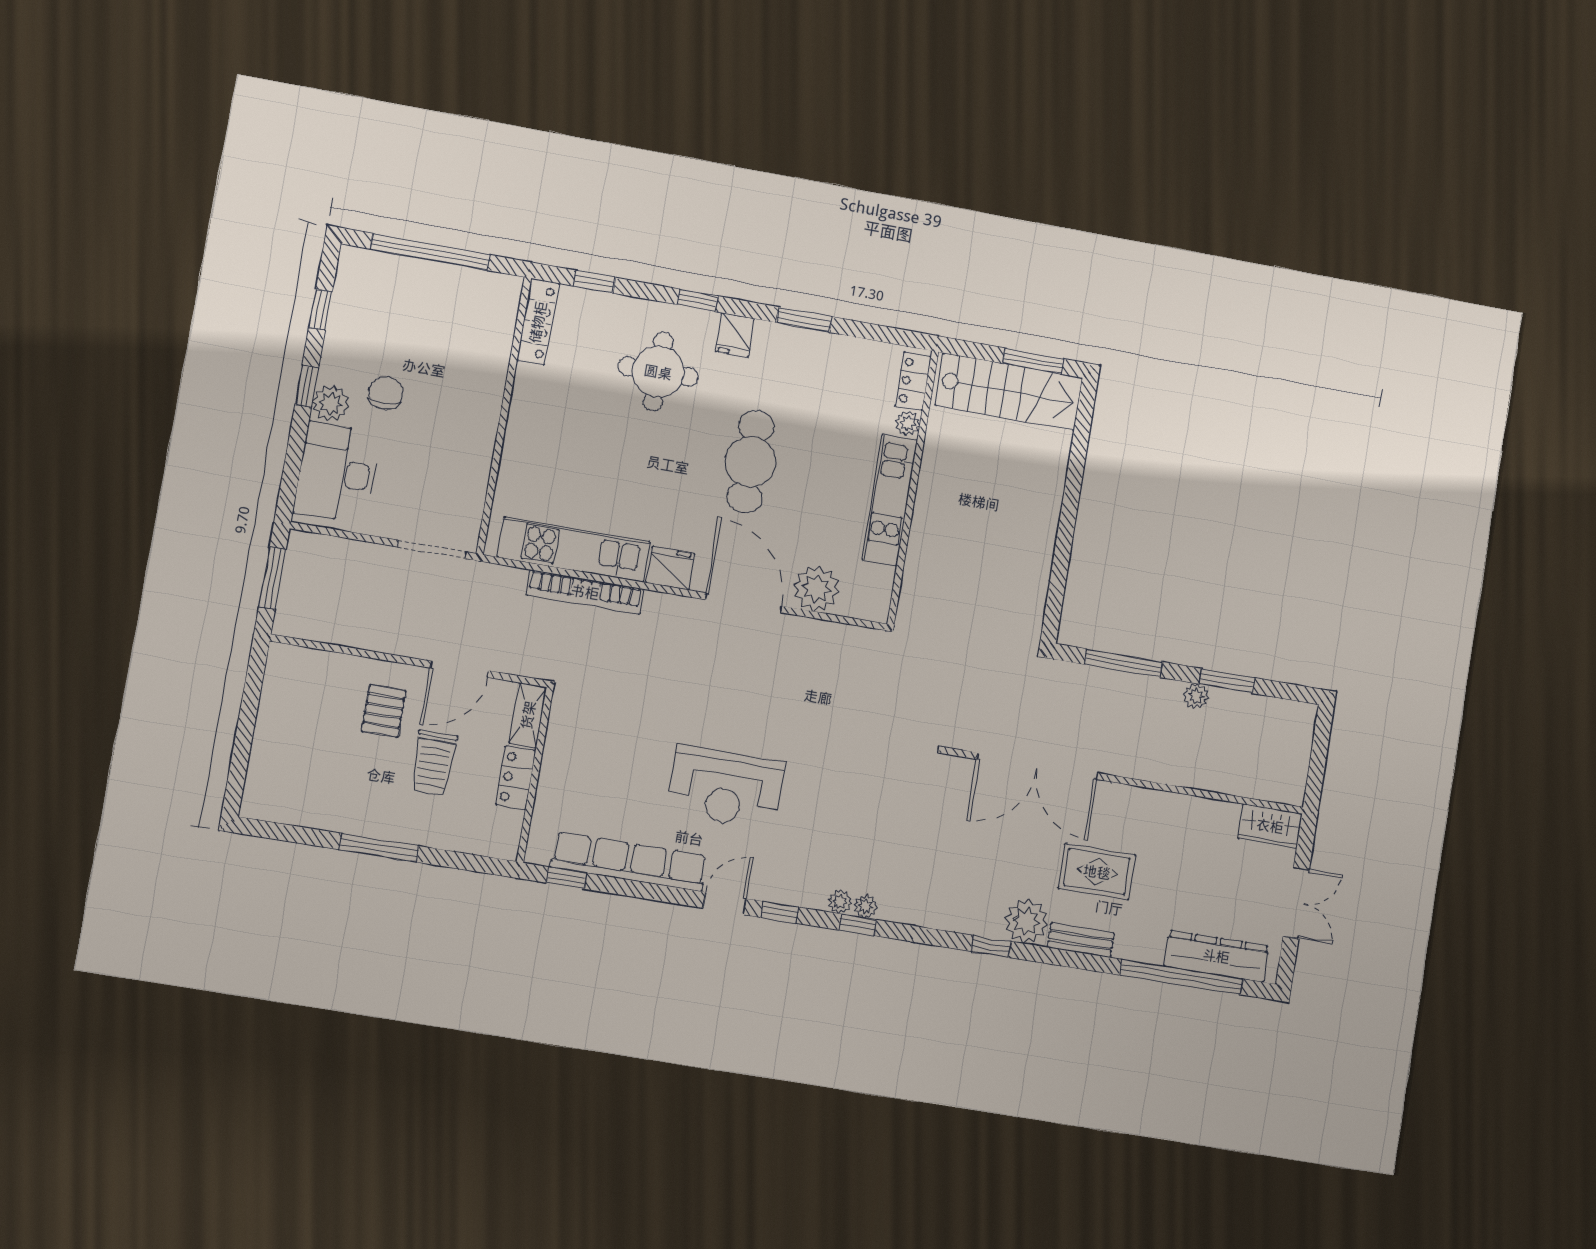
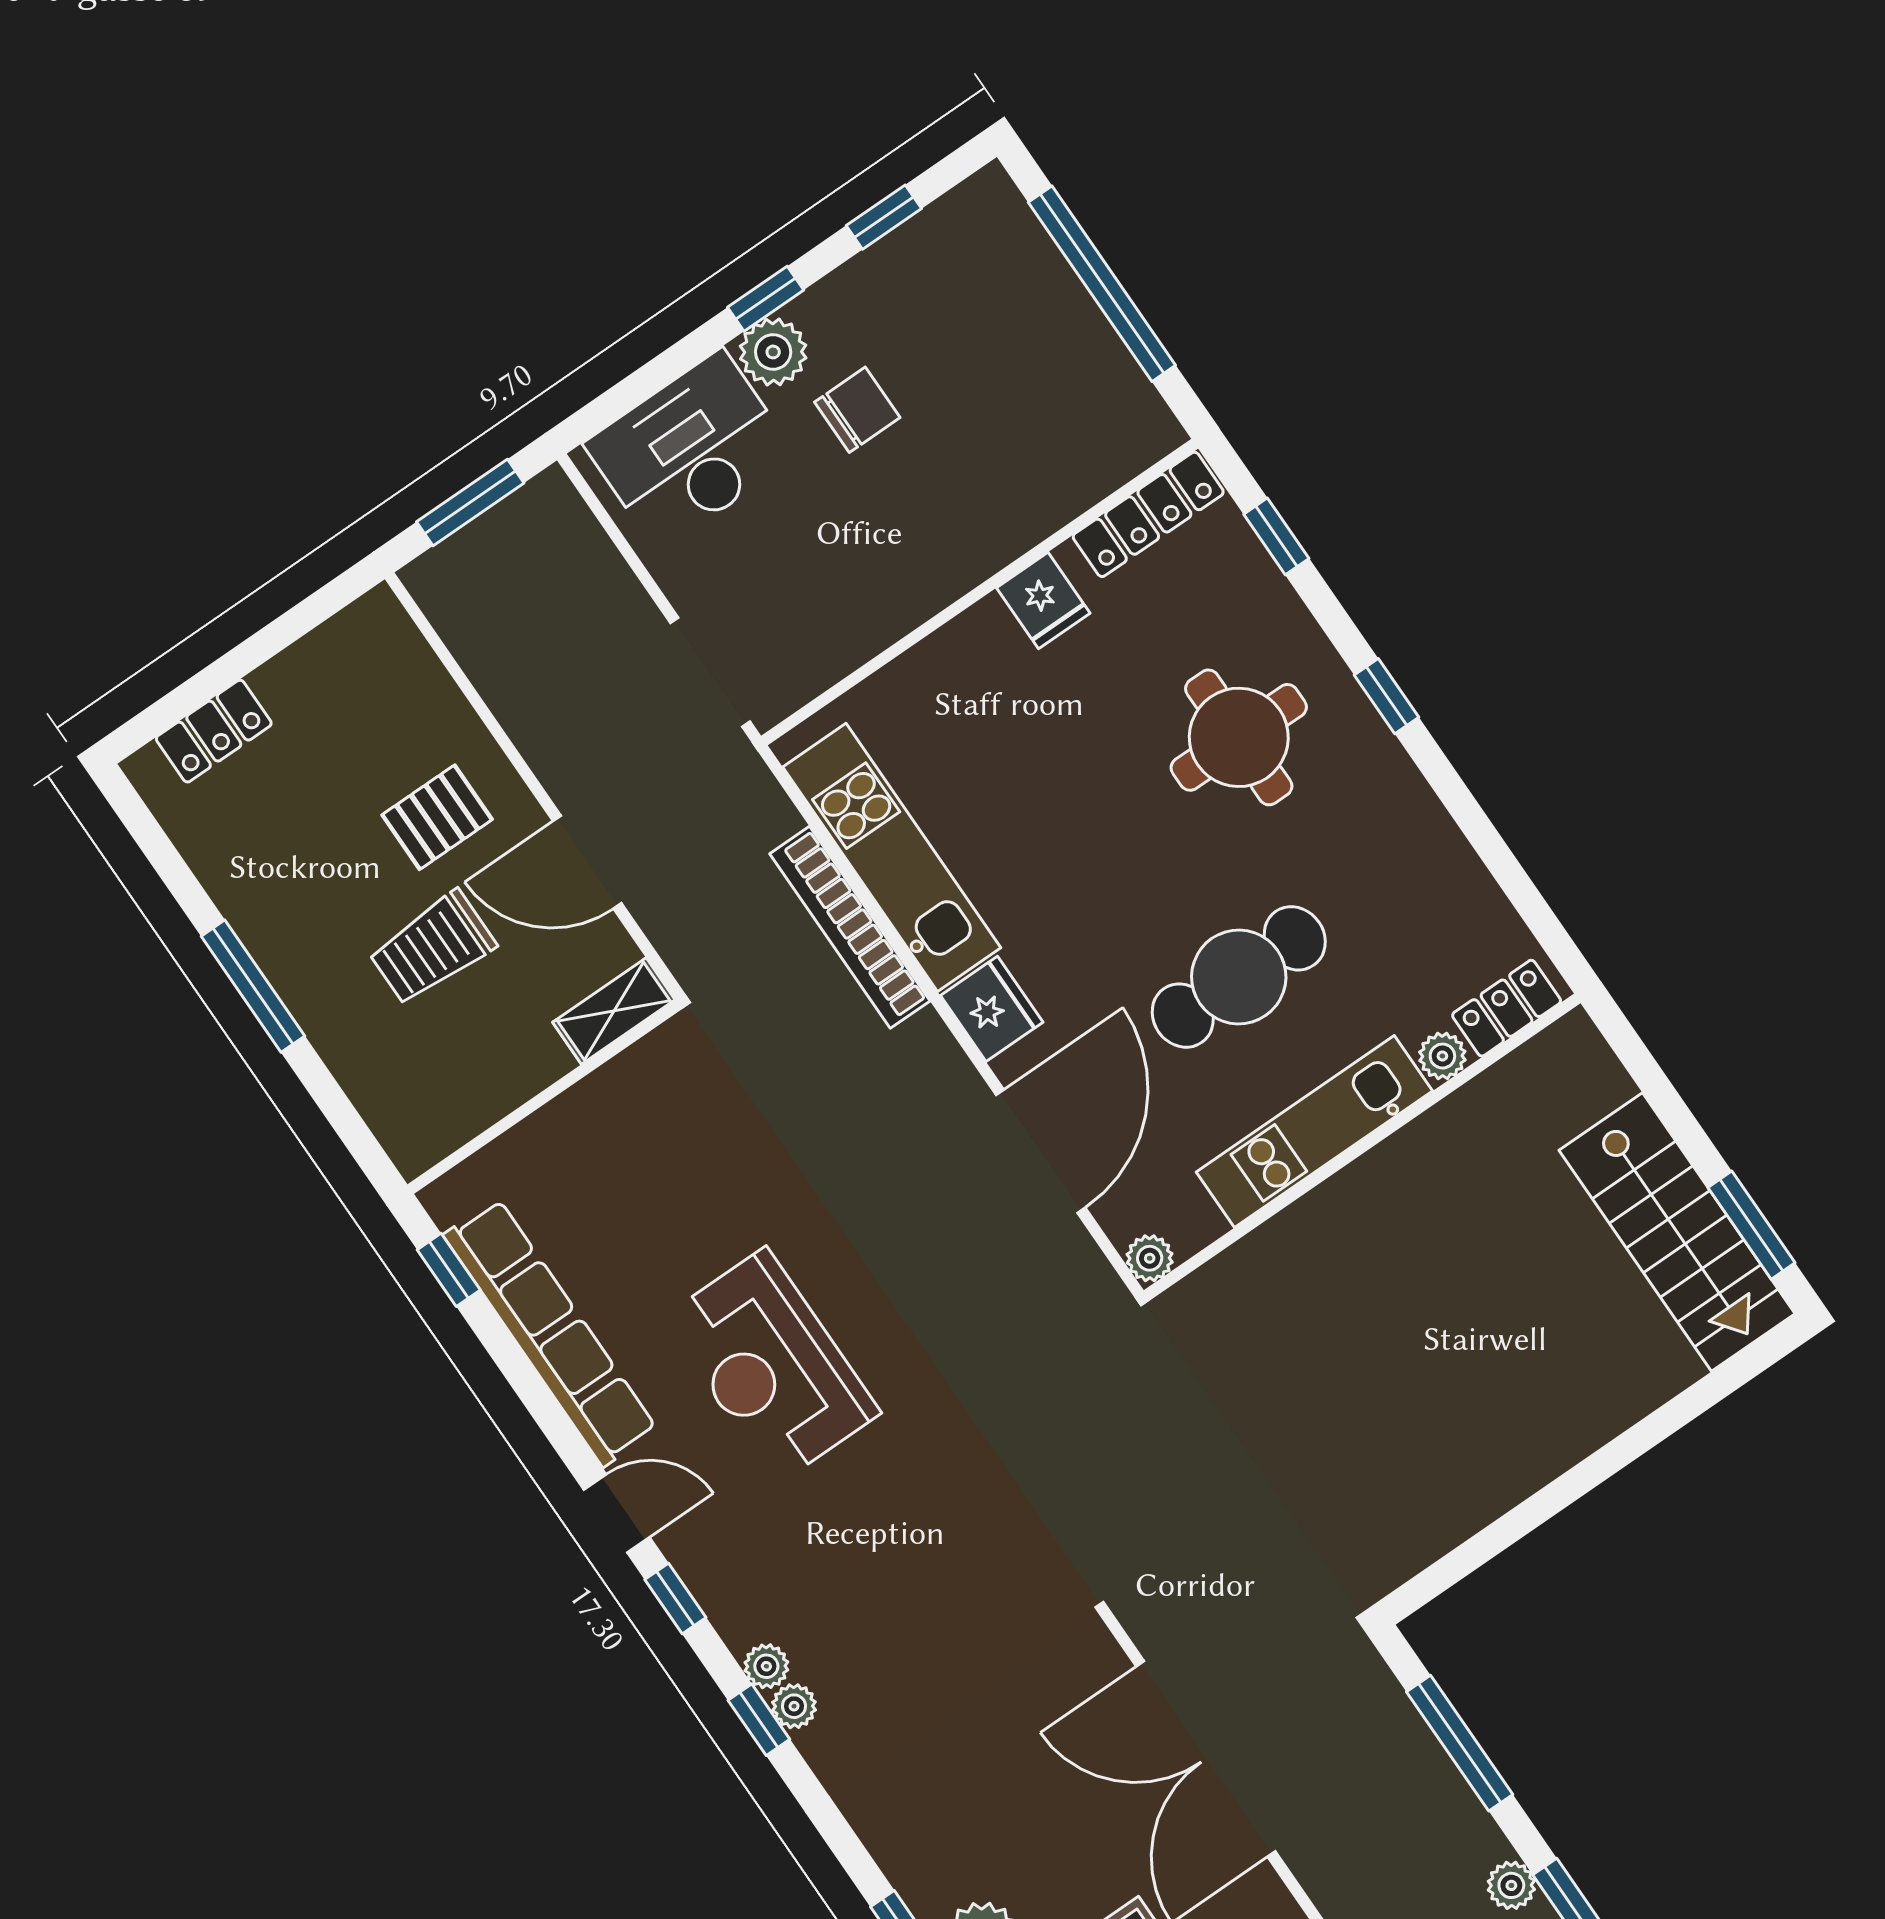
window: (804, 320) -> (1501, 863), removed
fridge: (735, 335) -> (1043, 601), moved, turned -90
locker: (913, 381) -> (1507, 1008), moved
plant: (908, 423) -> (1442, 1056), moved
wall: (913, 488) -> (1362, 1147), moved
kitchen unit: (890, 500) -> (1314, 1131), moved
plant: (817, 589) -> (1150, 1258), width x0.53, depth x0.53
locker: (516, 778) -> (214, 731), moved, turned 180

